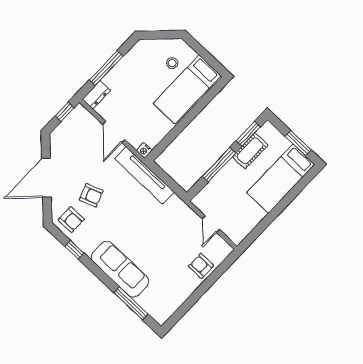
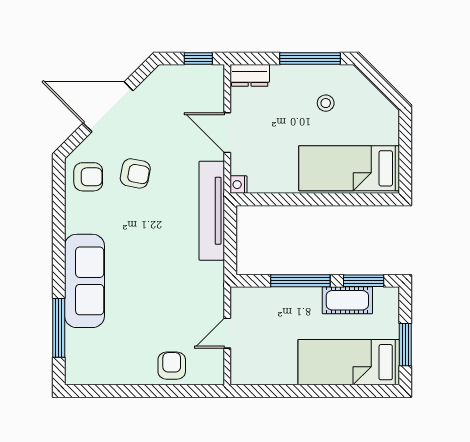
stool: (172, 63) -> (326, 103), moved
window: (106, 68) -> (310, 59), moved
door: (114, 132) -> (227, 133), hinge flipped
armchair: (91, 195) -> (135, 173), turned -59
armchair: (71, 220) -> (88, 177), turned -90
window: (74, 250) -> (59, 211), removed

